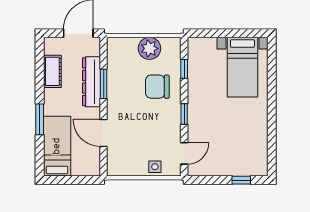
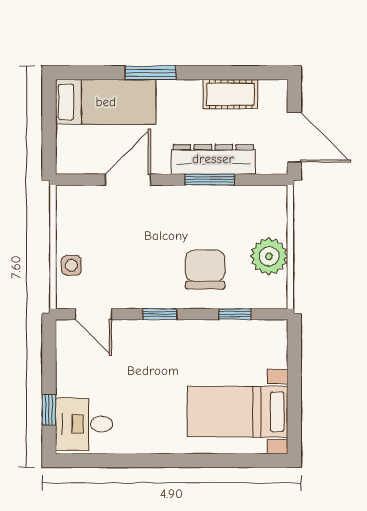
desk: (250, 159) -> (84, 424), added

